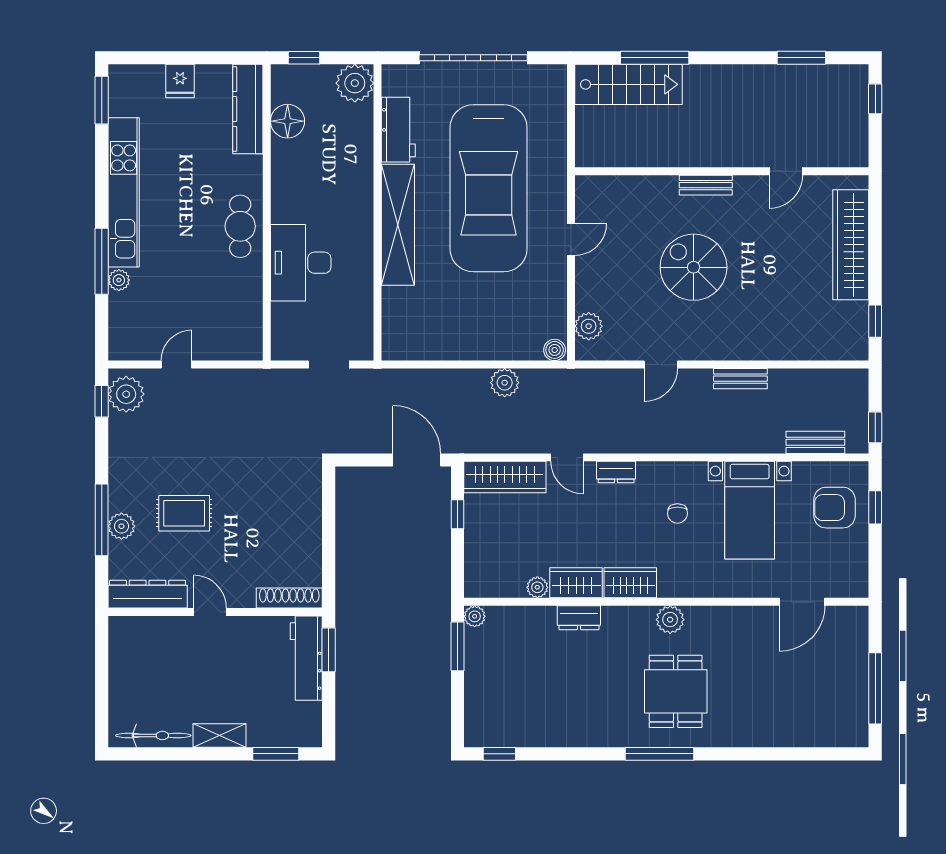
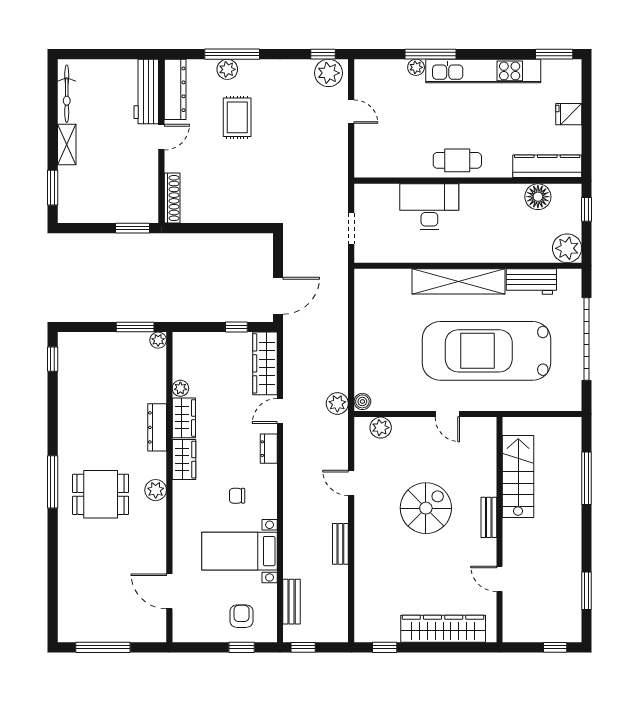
stairs: (628, 84) -> (518, 476), moved, turned 180
plant: (505, 383) -> (337, 403), moved
armchair: (834, 508) -> (242, 616), width x0.72, depth x0.72
dresser: (579, 618) -> (157, 427), width x1.44
workbench: (306, 658) -> (146, 91), moved, turned -90

